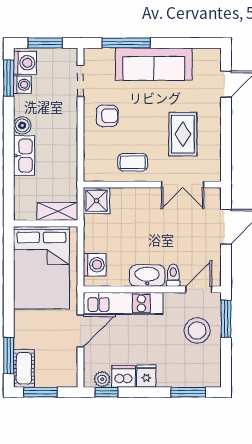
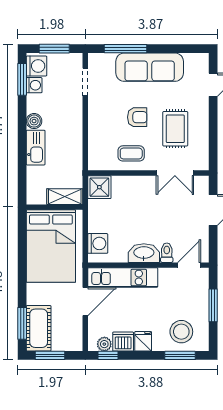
armchair: (107, 116) -> (137, 117), moved
window: (226, 319) -> (213, 305), moved
stool: (197, 330) -> (181, 332), moved
cot: (24, 368) -> (39, 328), width x1.37, depth x1.34

